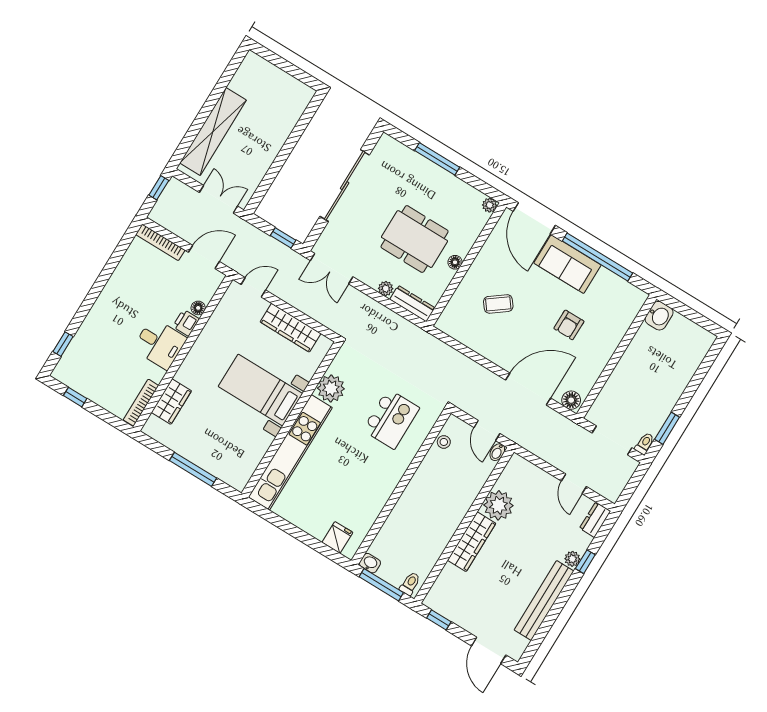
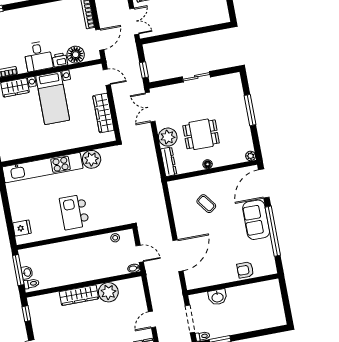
sliding door: (345, 186) -> (196, 77), width x0.54
dining table: (415, 239) -> (201, 134), width x0.73
door: (204, 257) -> (100, 40), hinge flipped
plant: (386, 289) -> (168, 137), width x1.88, depth x1.88
floor lamp: (198, 308) -> (76, 55), width x1.89, depth x1.89
washbasin: (659, 316) -> (218, 297), moved
armchair: (569, 325) -> (245, 270), moved
door: (528, 389) -> (178, 256), hinge flipped
bed with nightstands: (260, 390) -> (53, 98), moved, turned 180
floor lamp: (571, 400) -> (192, 281), removed
kitchen island: (391, 419) -> (74, 212), moved, turned 90
door: (487, 430) -> (140, 254), swing flipped
washbasin: (370, 563) -> (27, 273), moved

